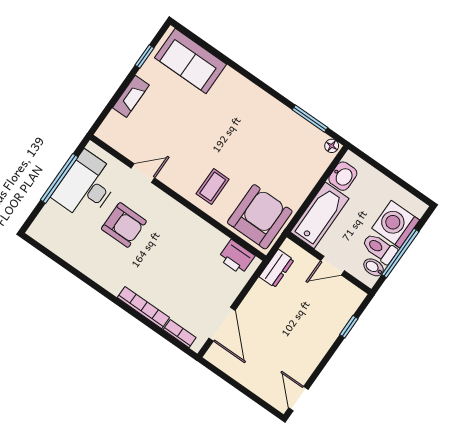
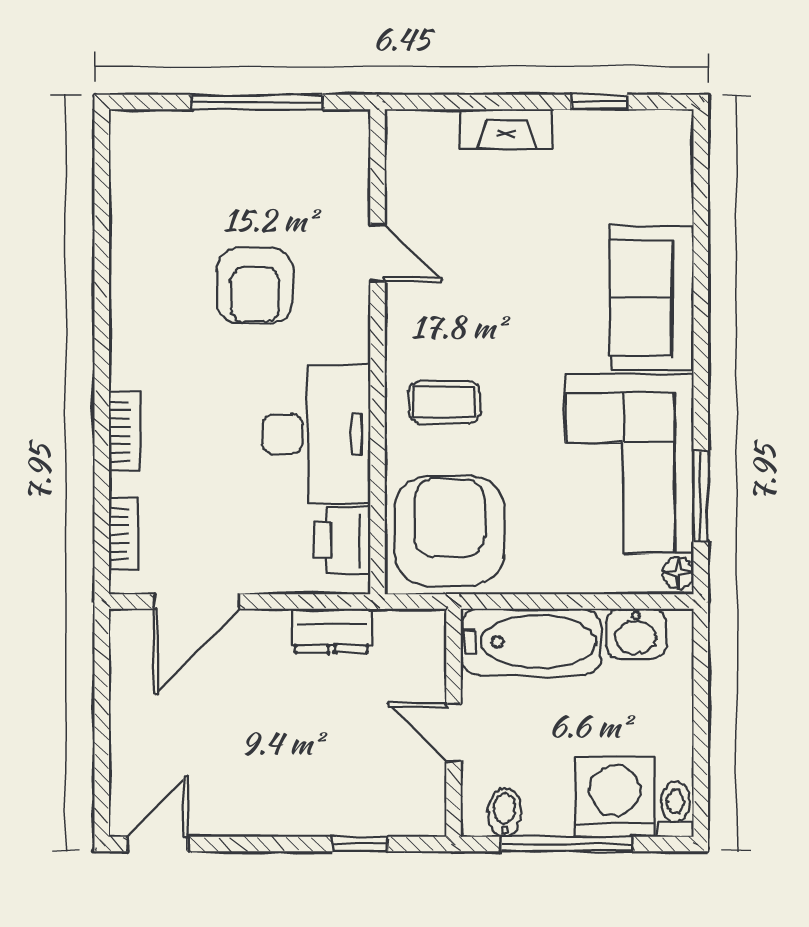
sofa: (191, 61) -> (652, 298), moved
corner sofa: (281, 136) -> (630, 464), added
desk: (86, 186) -> (316, 434), moved, turned 90
armchair: (260, 217) -> (449, 531), turned -90
toilet: (380, 248) -> (675, 809), moved, width x0.73, depth x0.72
dresser: (277, 268) -> (332, 631), moved
bookcase: (143, 308) -> (125, 431), width x0.64

